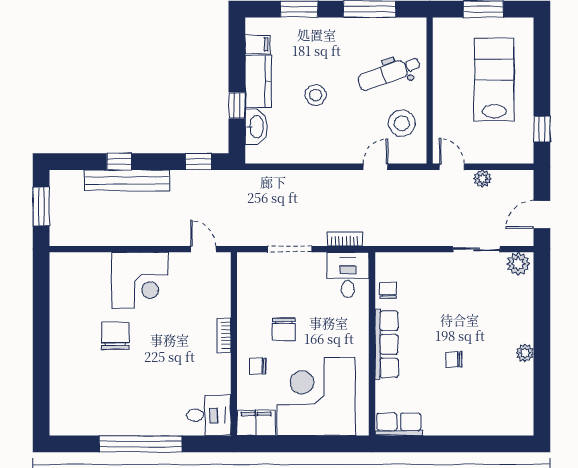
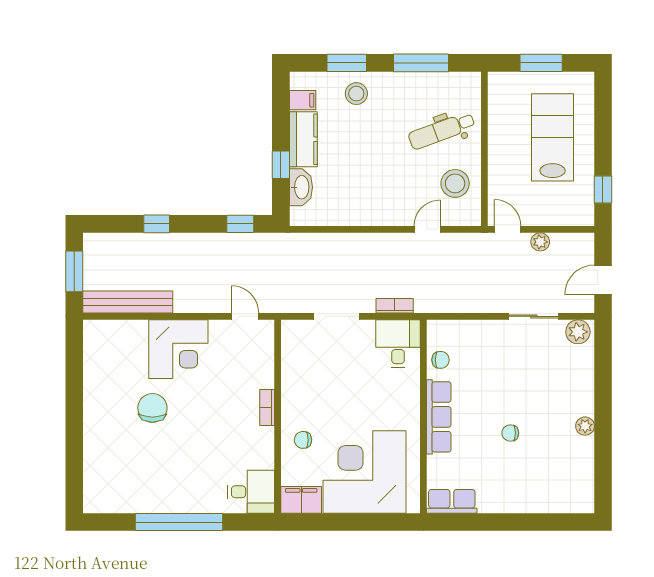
stool: (316, 95) -> (356, 94), moved
bench: (127, 180) -> (128, 302), moved
chair: (388, 290) -> (441, 360), turned 90
chair: (284, 329) -> (330, 401), removed

